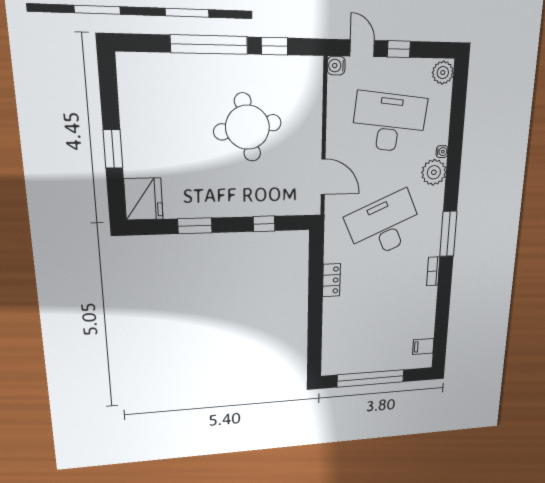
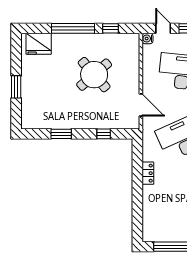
round table: (247, 127) -> (94, 75), turned -31
fridge: (143, 199) -> (39, 44), moved, turned 90

